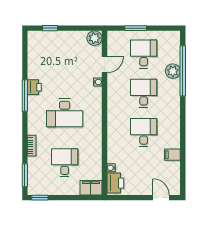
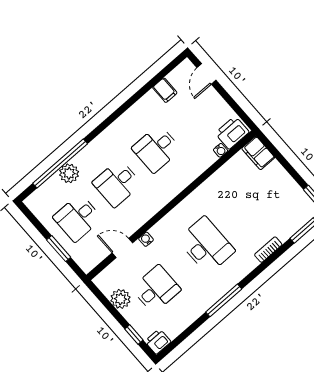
plant: (94, 38) -> (120, 299), moved
printer: (34, 87) -> (158, 342), moved
filing cabinet: (172, 155) -> (165, 90), moved
desk: (65, 163) -> (156, 289), moved, turned 180

